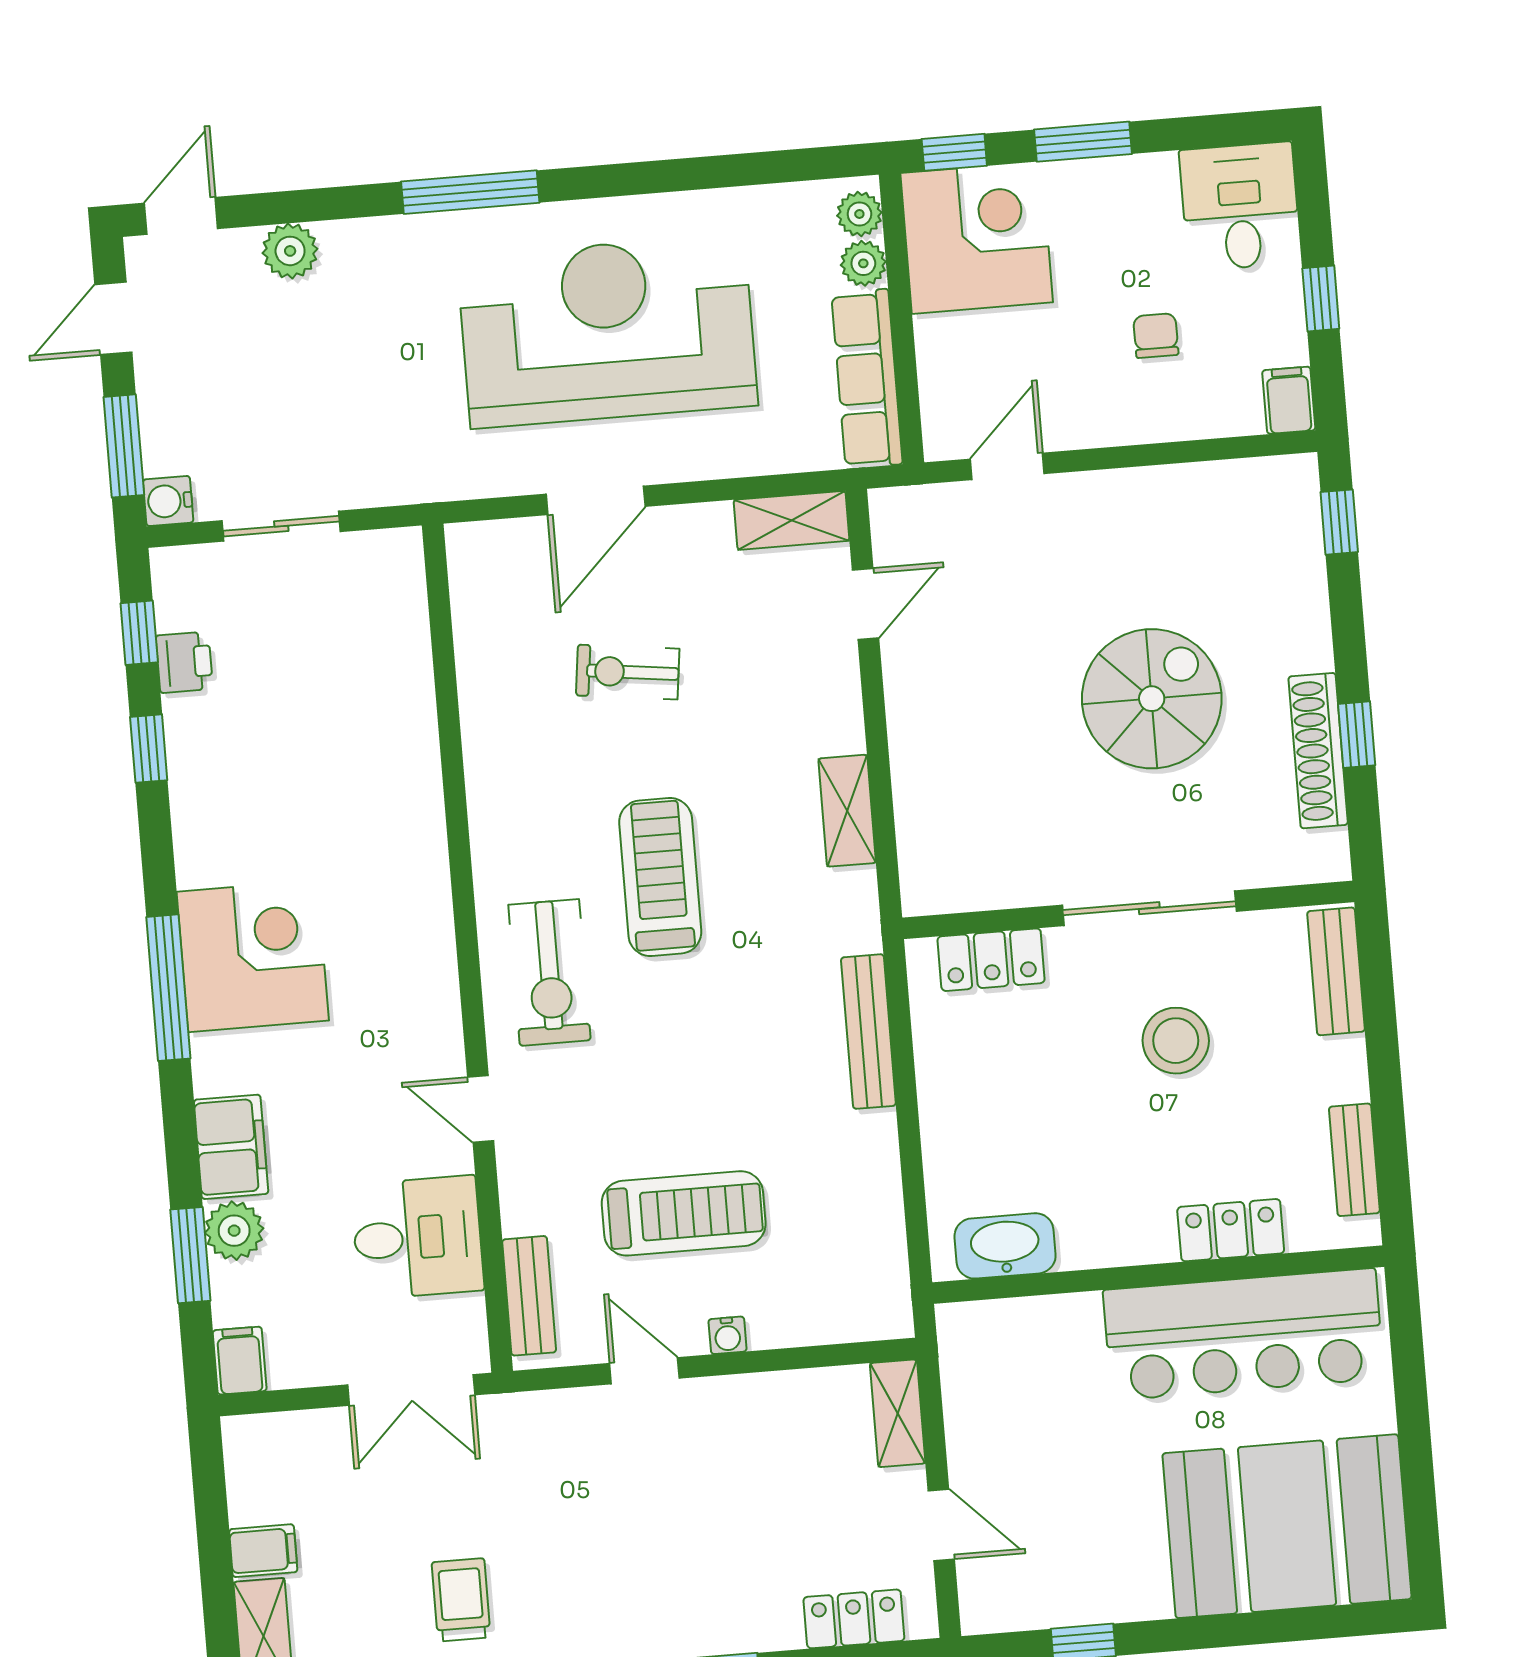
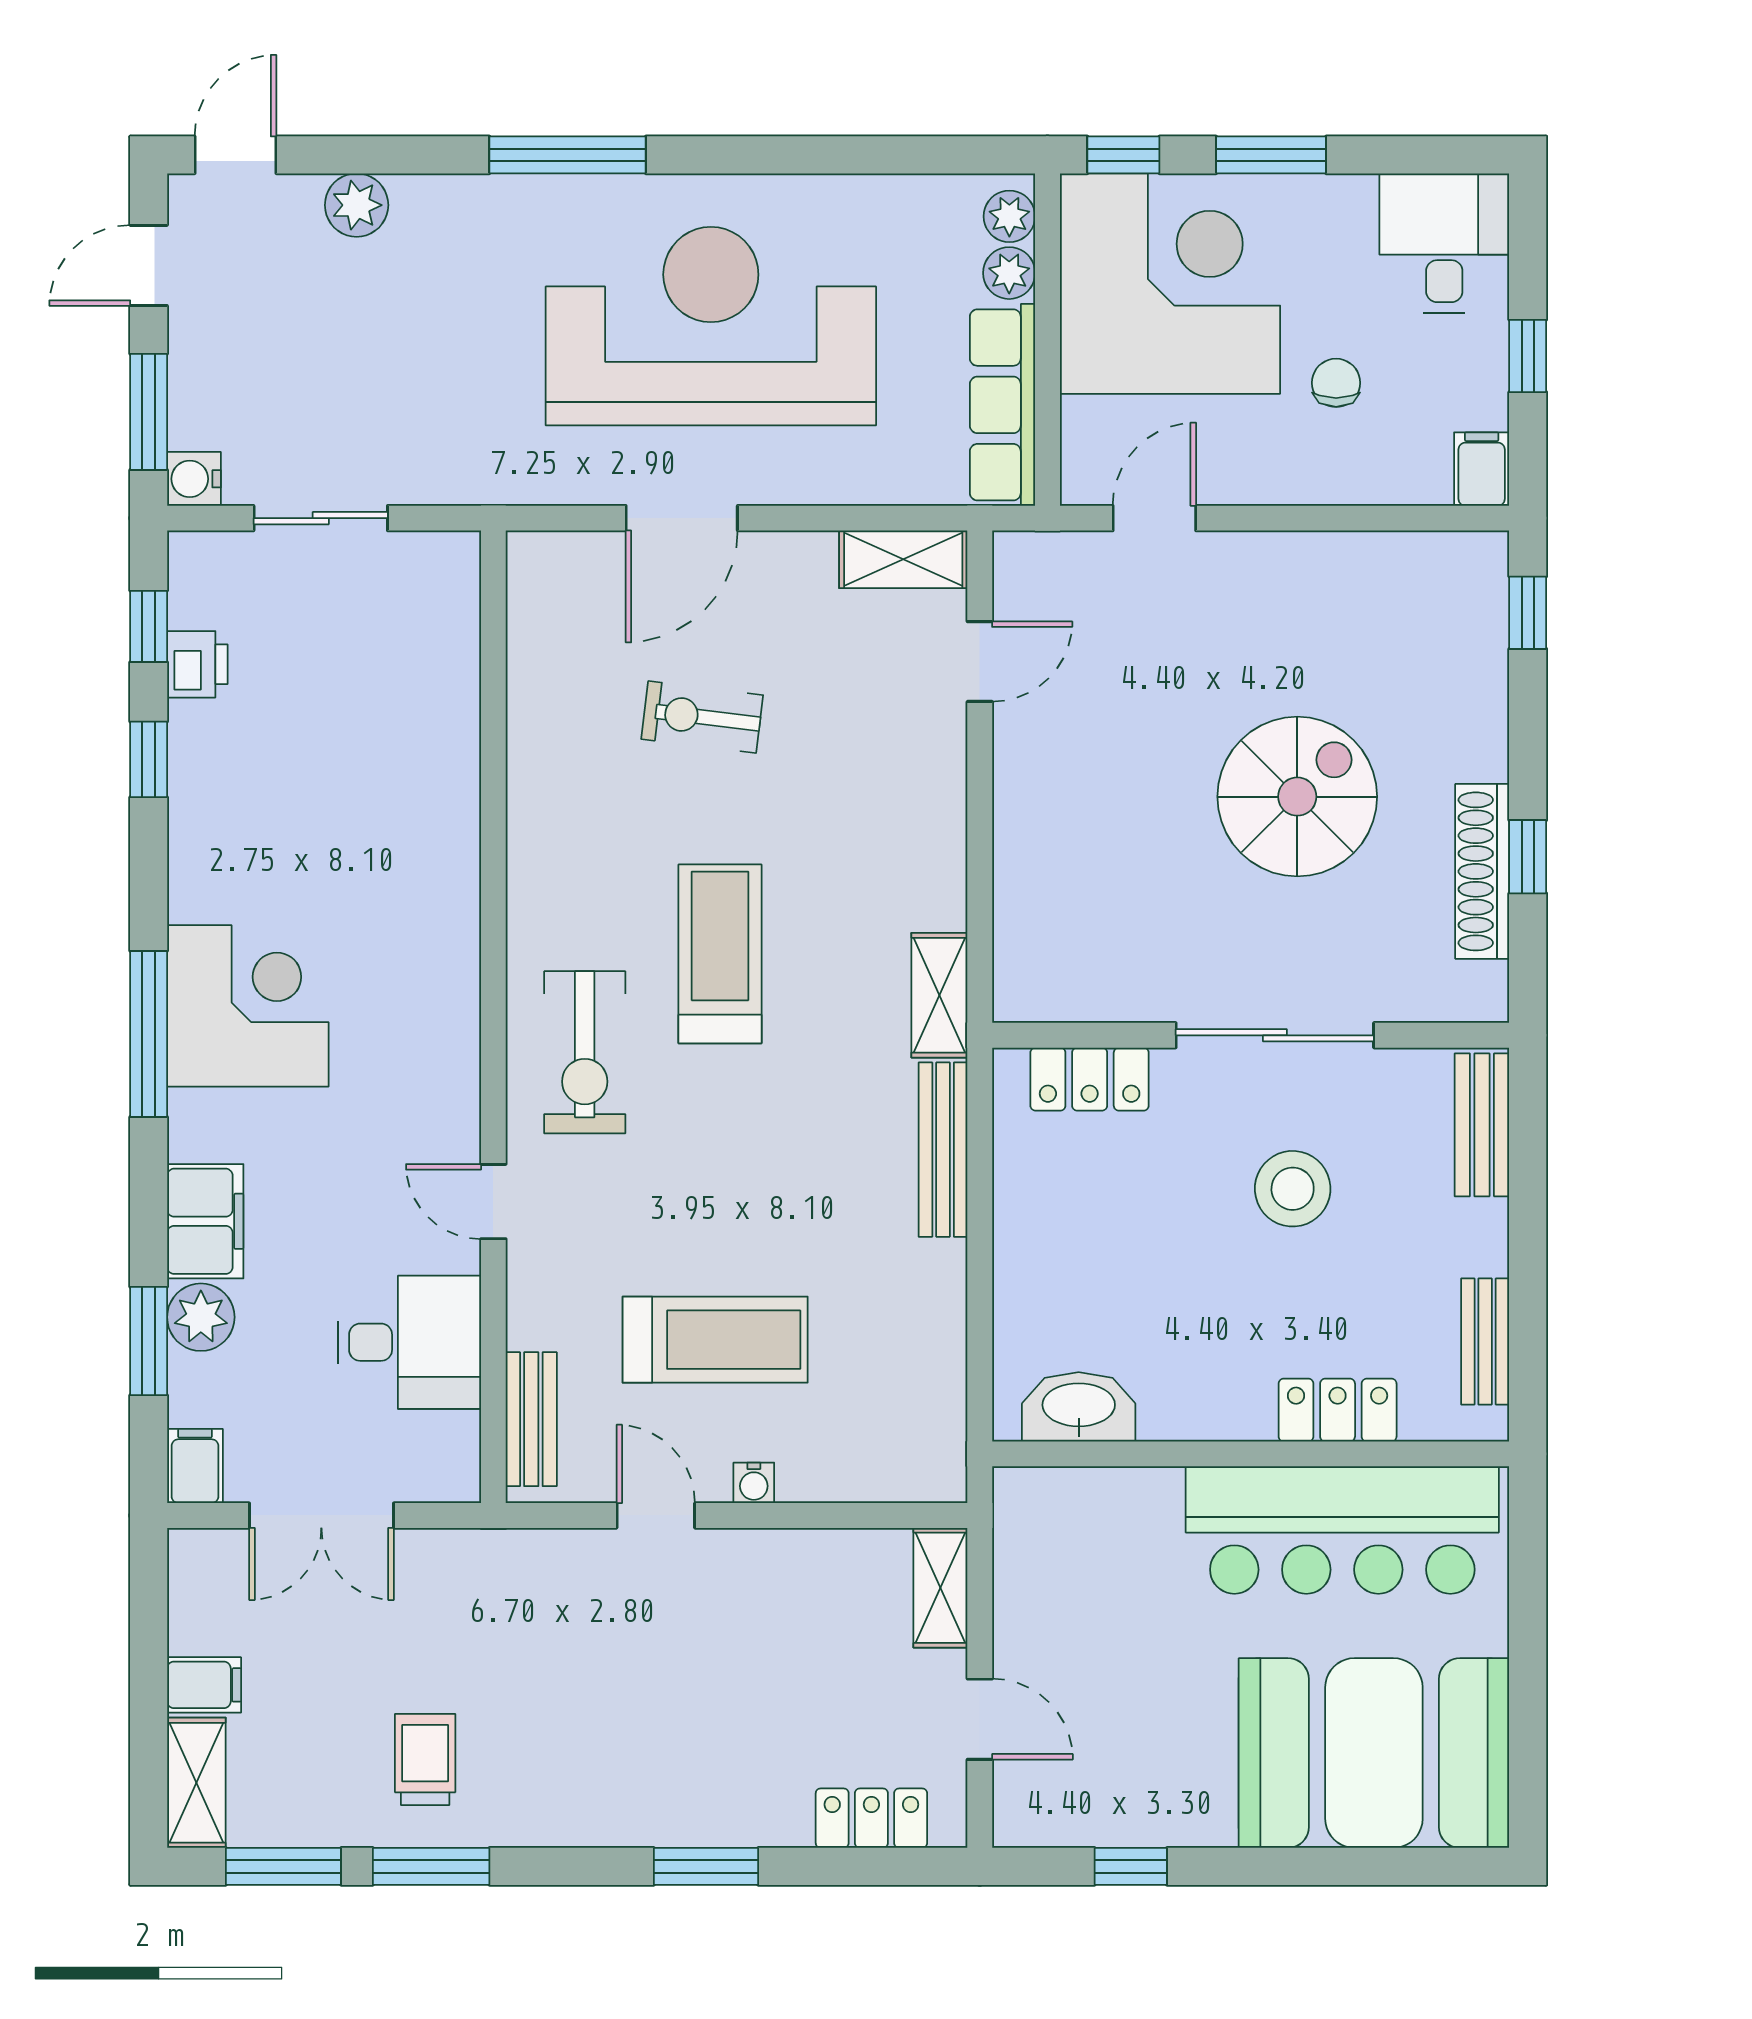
corner desk: (977, 238) -> (1170, 284), width x1.36, depth x1.36
shelving: (847, 811) -> (939, 995), moved
double door: (411, 1390) -> (321, 1515), moved

